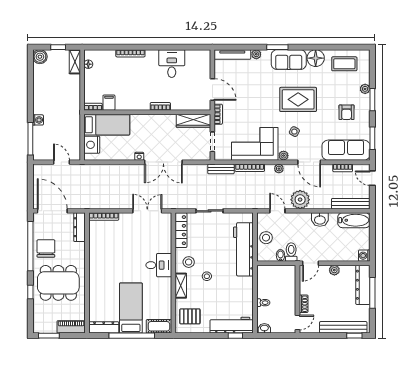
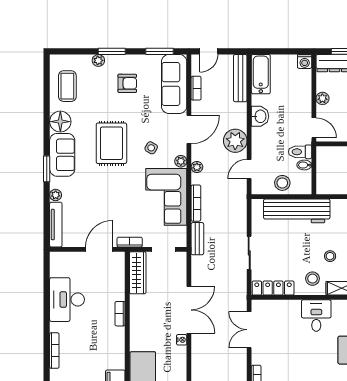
desk: (172, 64) -> (67, 300), width x1.37

